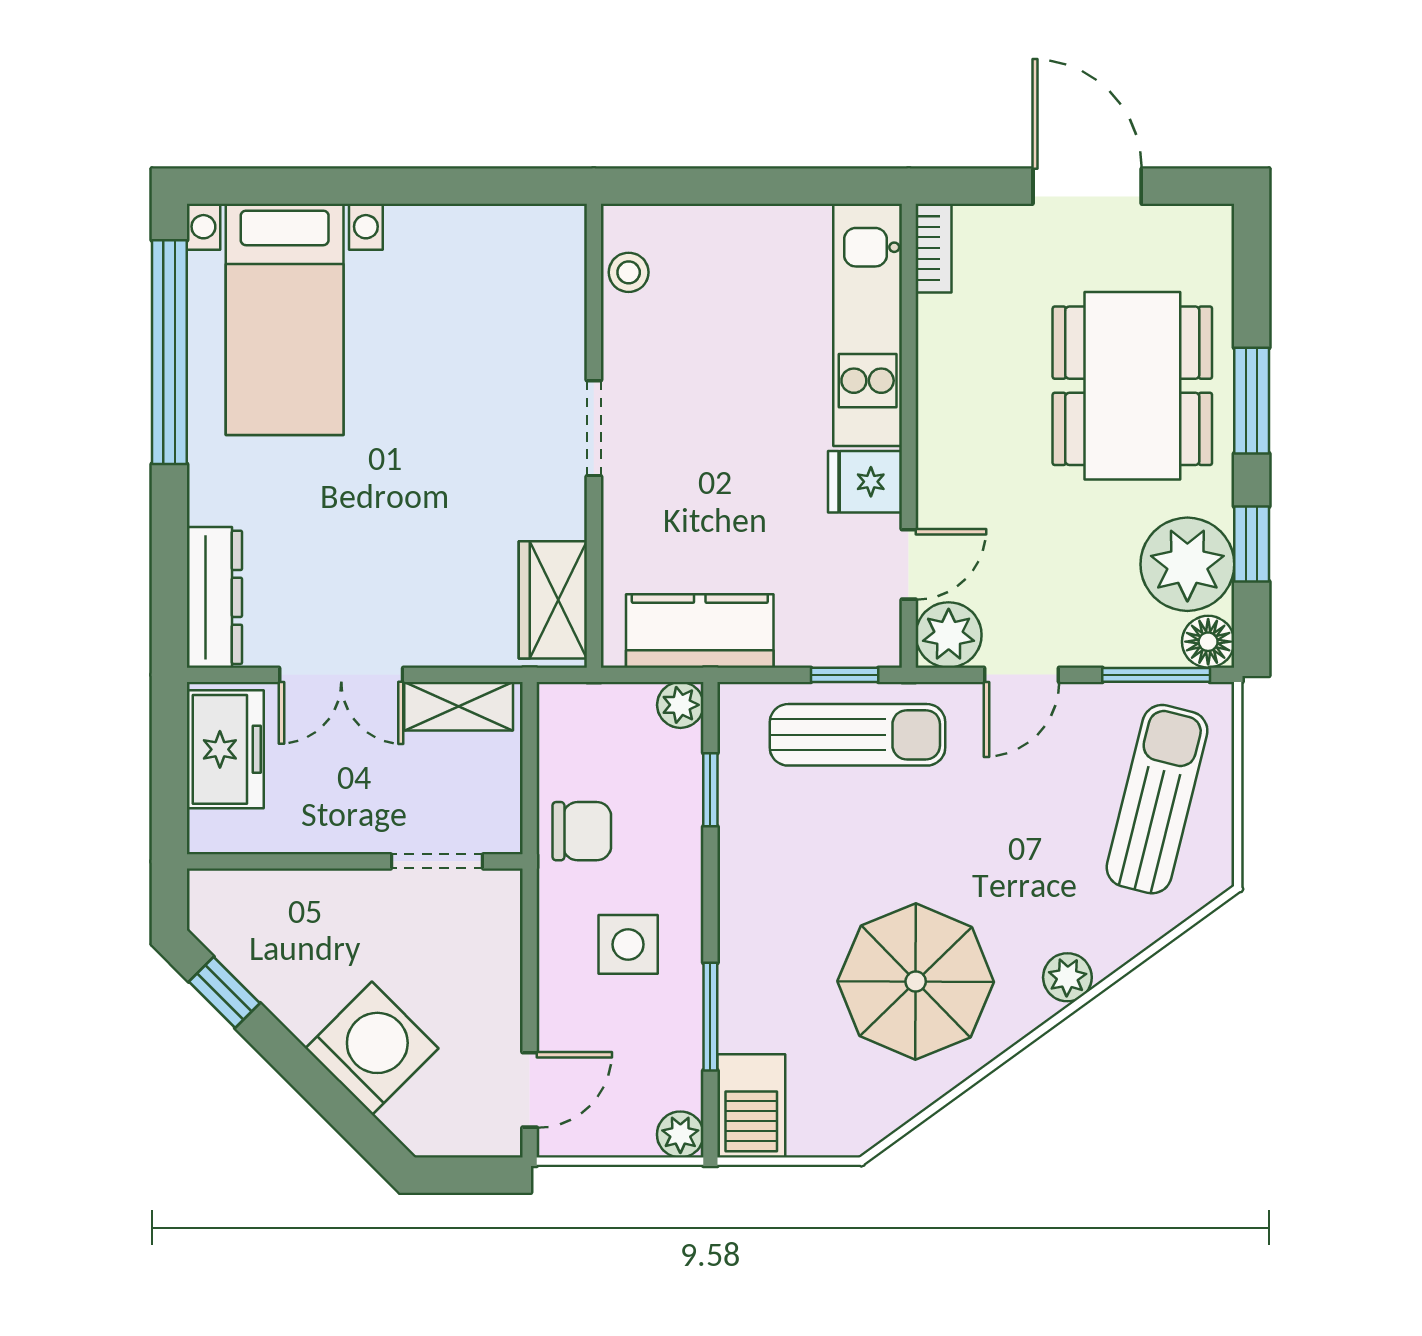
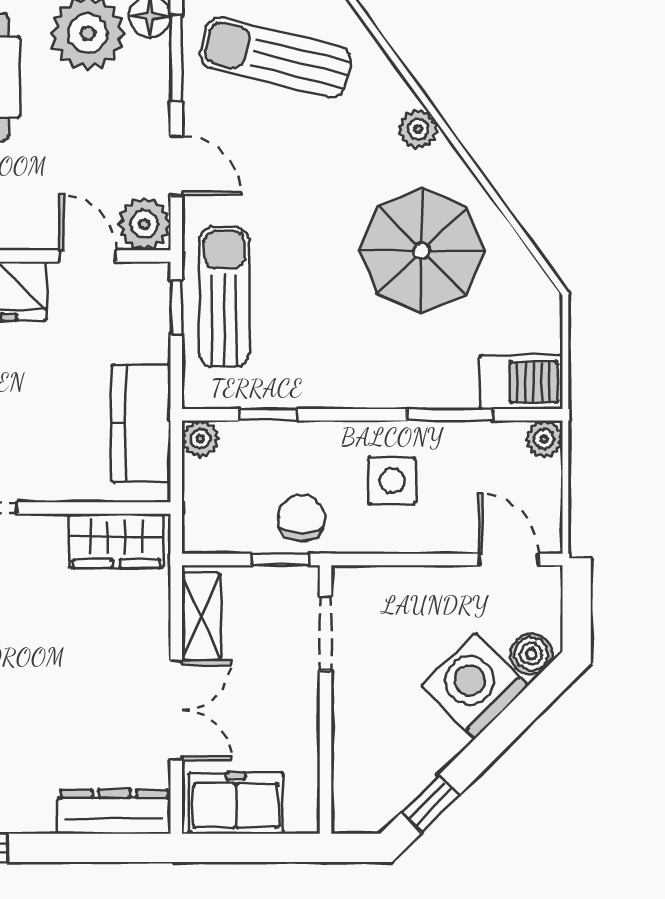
window: (530, 805) -> (281, 559), added
boiler: (412, 1118) -> (531, 654), added

